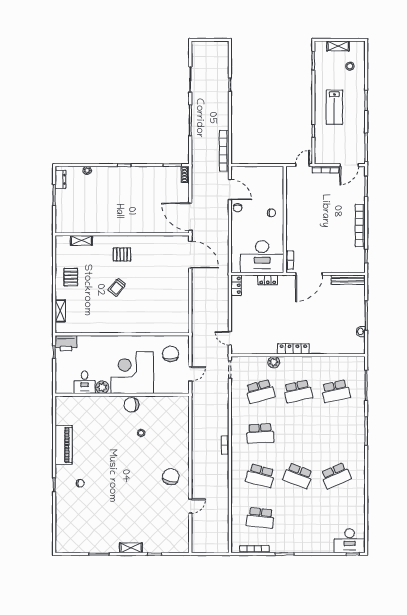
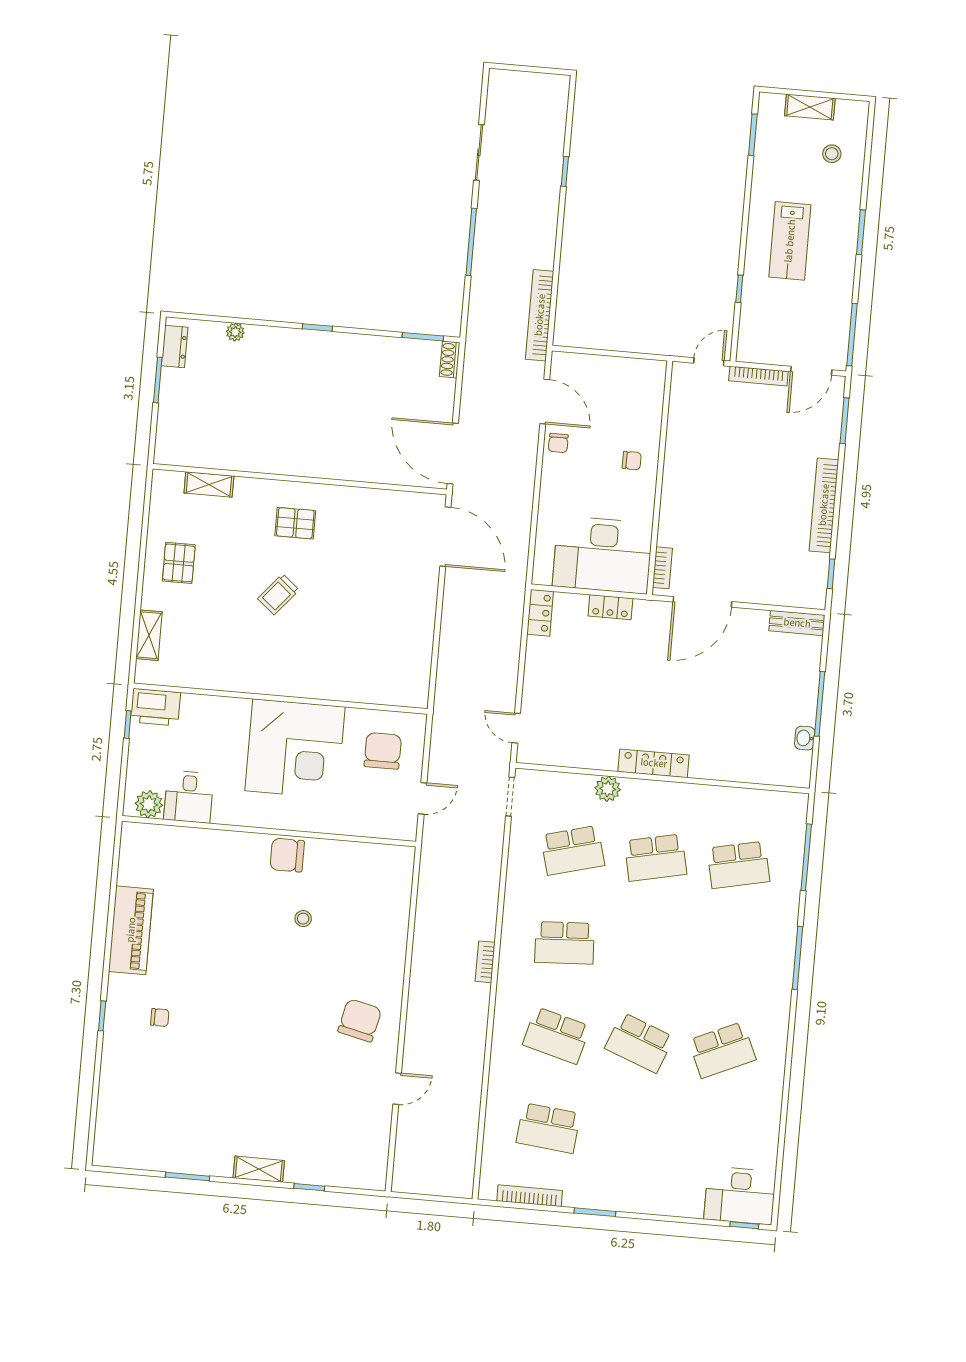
bench: (348, 280) -> (797, 623), width x0.73
corner desk: (132, 373) -> (295, 749), moved, turned 180
plant: (102, 387) -> (149, 804), moved

